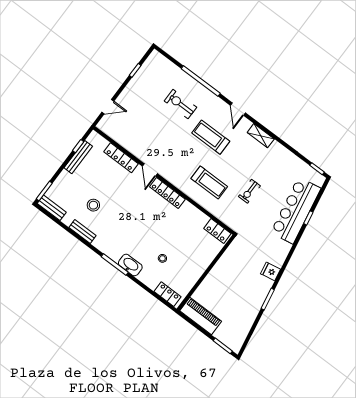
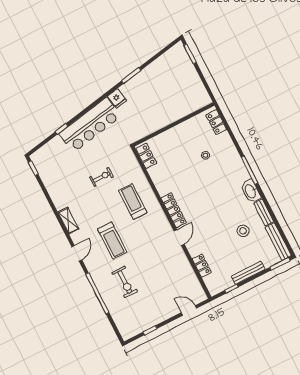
bench: (78, 157) -> (248, 273), moved
locker: (121, 158) -> (202, 266), width x0.66
bench: (52, 208) -> (278, 242), width x1.36
bar counter: (296, 211) -> (90, 125), moved
washbasin: (130, 265) -> (251, 191), moved
piano: (201, 316) -> (197, 89), removed

